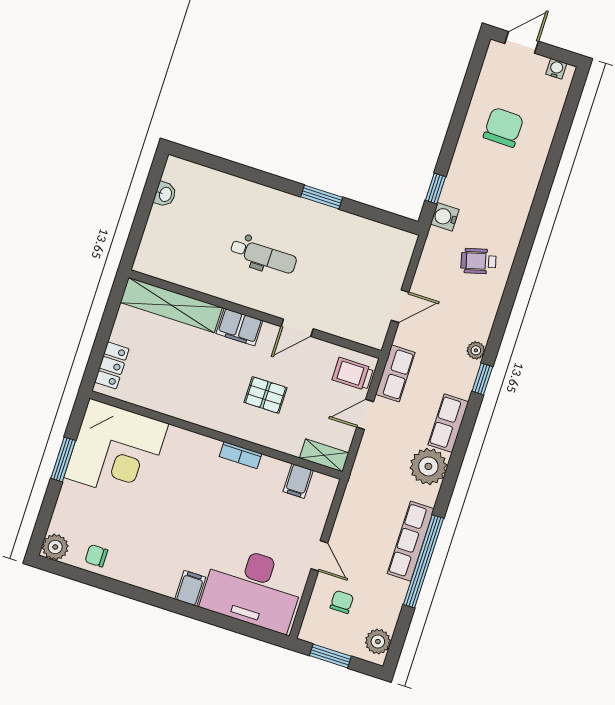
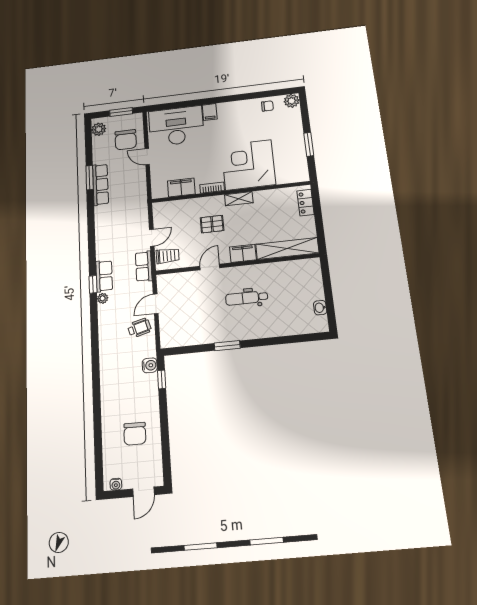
wheelchair: (479, 261) -> (139, 328), moved
row of seats: (448, 423) -> (104, 276), moved
corner desk: (116, 451) -> (248, 165), moved
shelving: (324, 455) -> (239, 199), moved
plant: (428, 466) -> (106, 226), removed
filing cabinet: (298, 481) -> (181, 187), width x2.00
window: (423, 561) -> (90, 178), width x0.47
chair: (342, 602) -> (126, 140), width x1.87, depth x1.87

